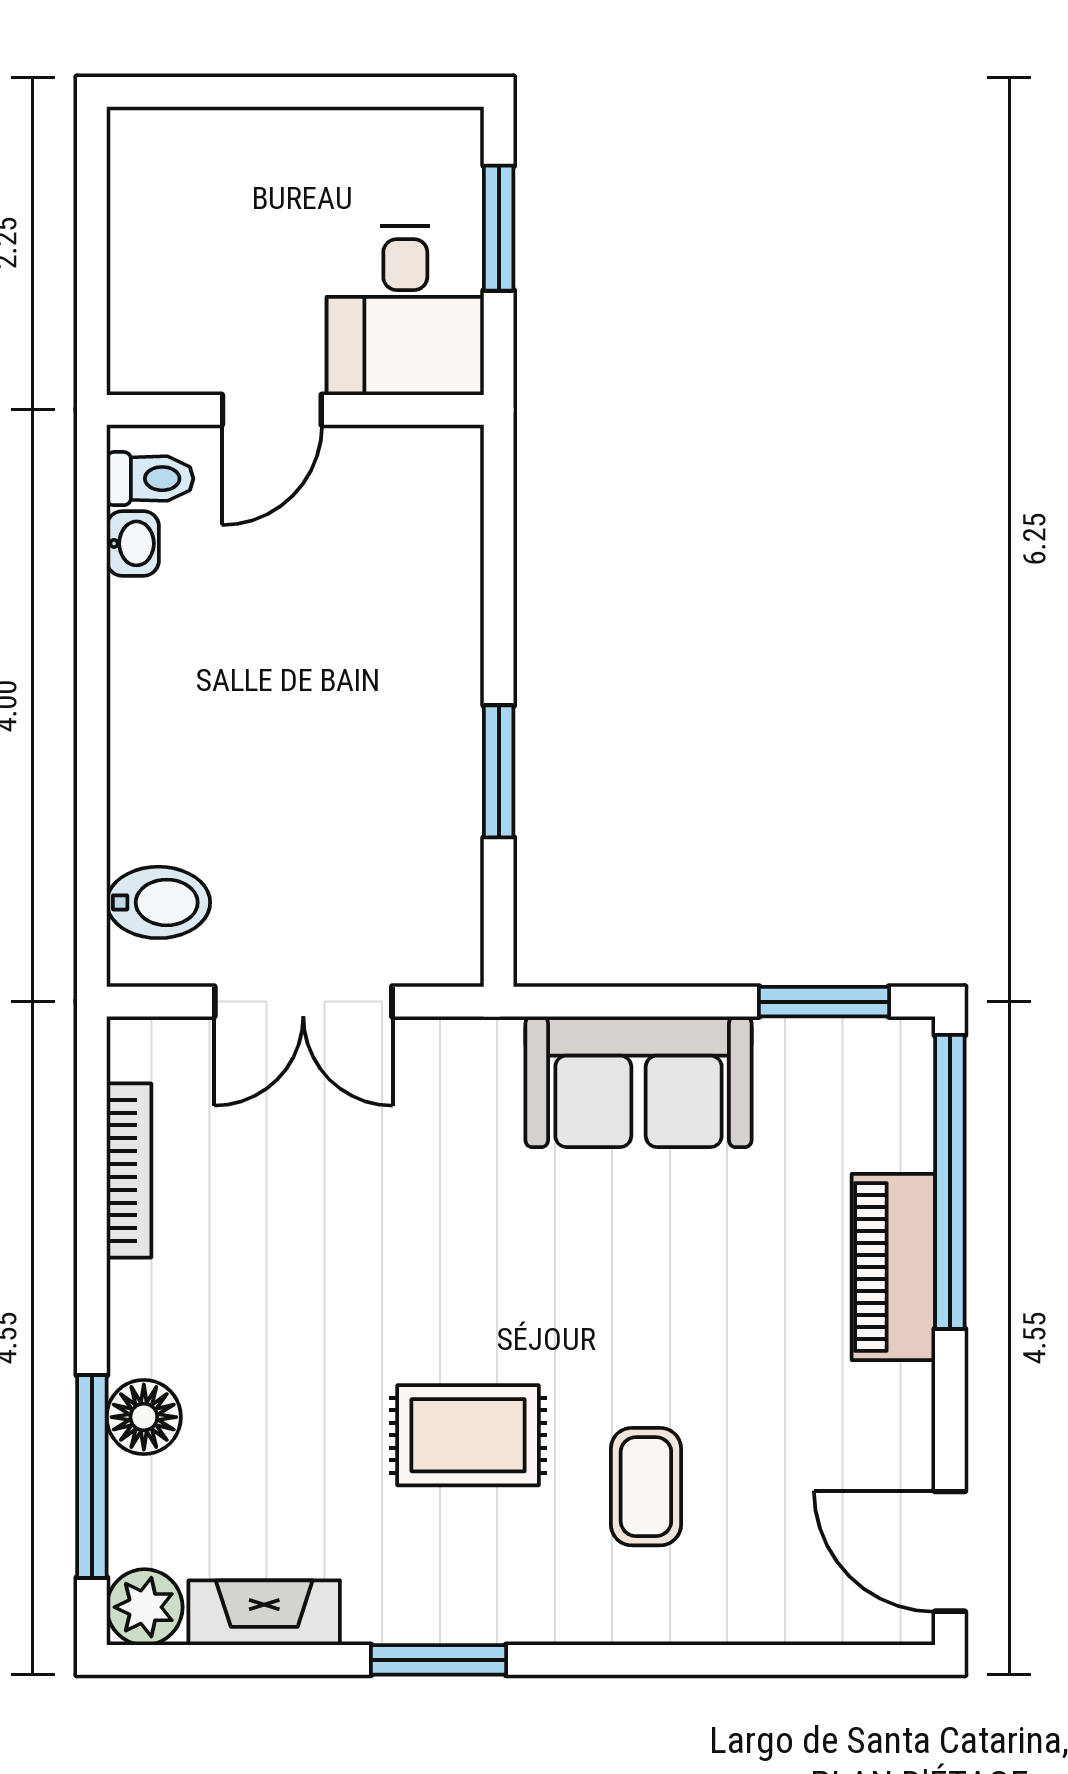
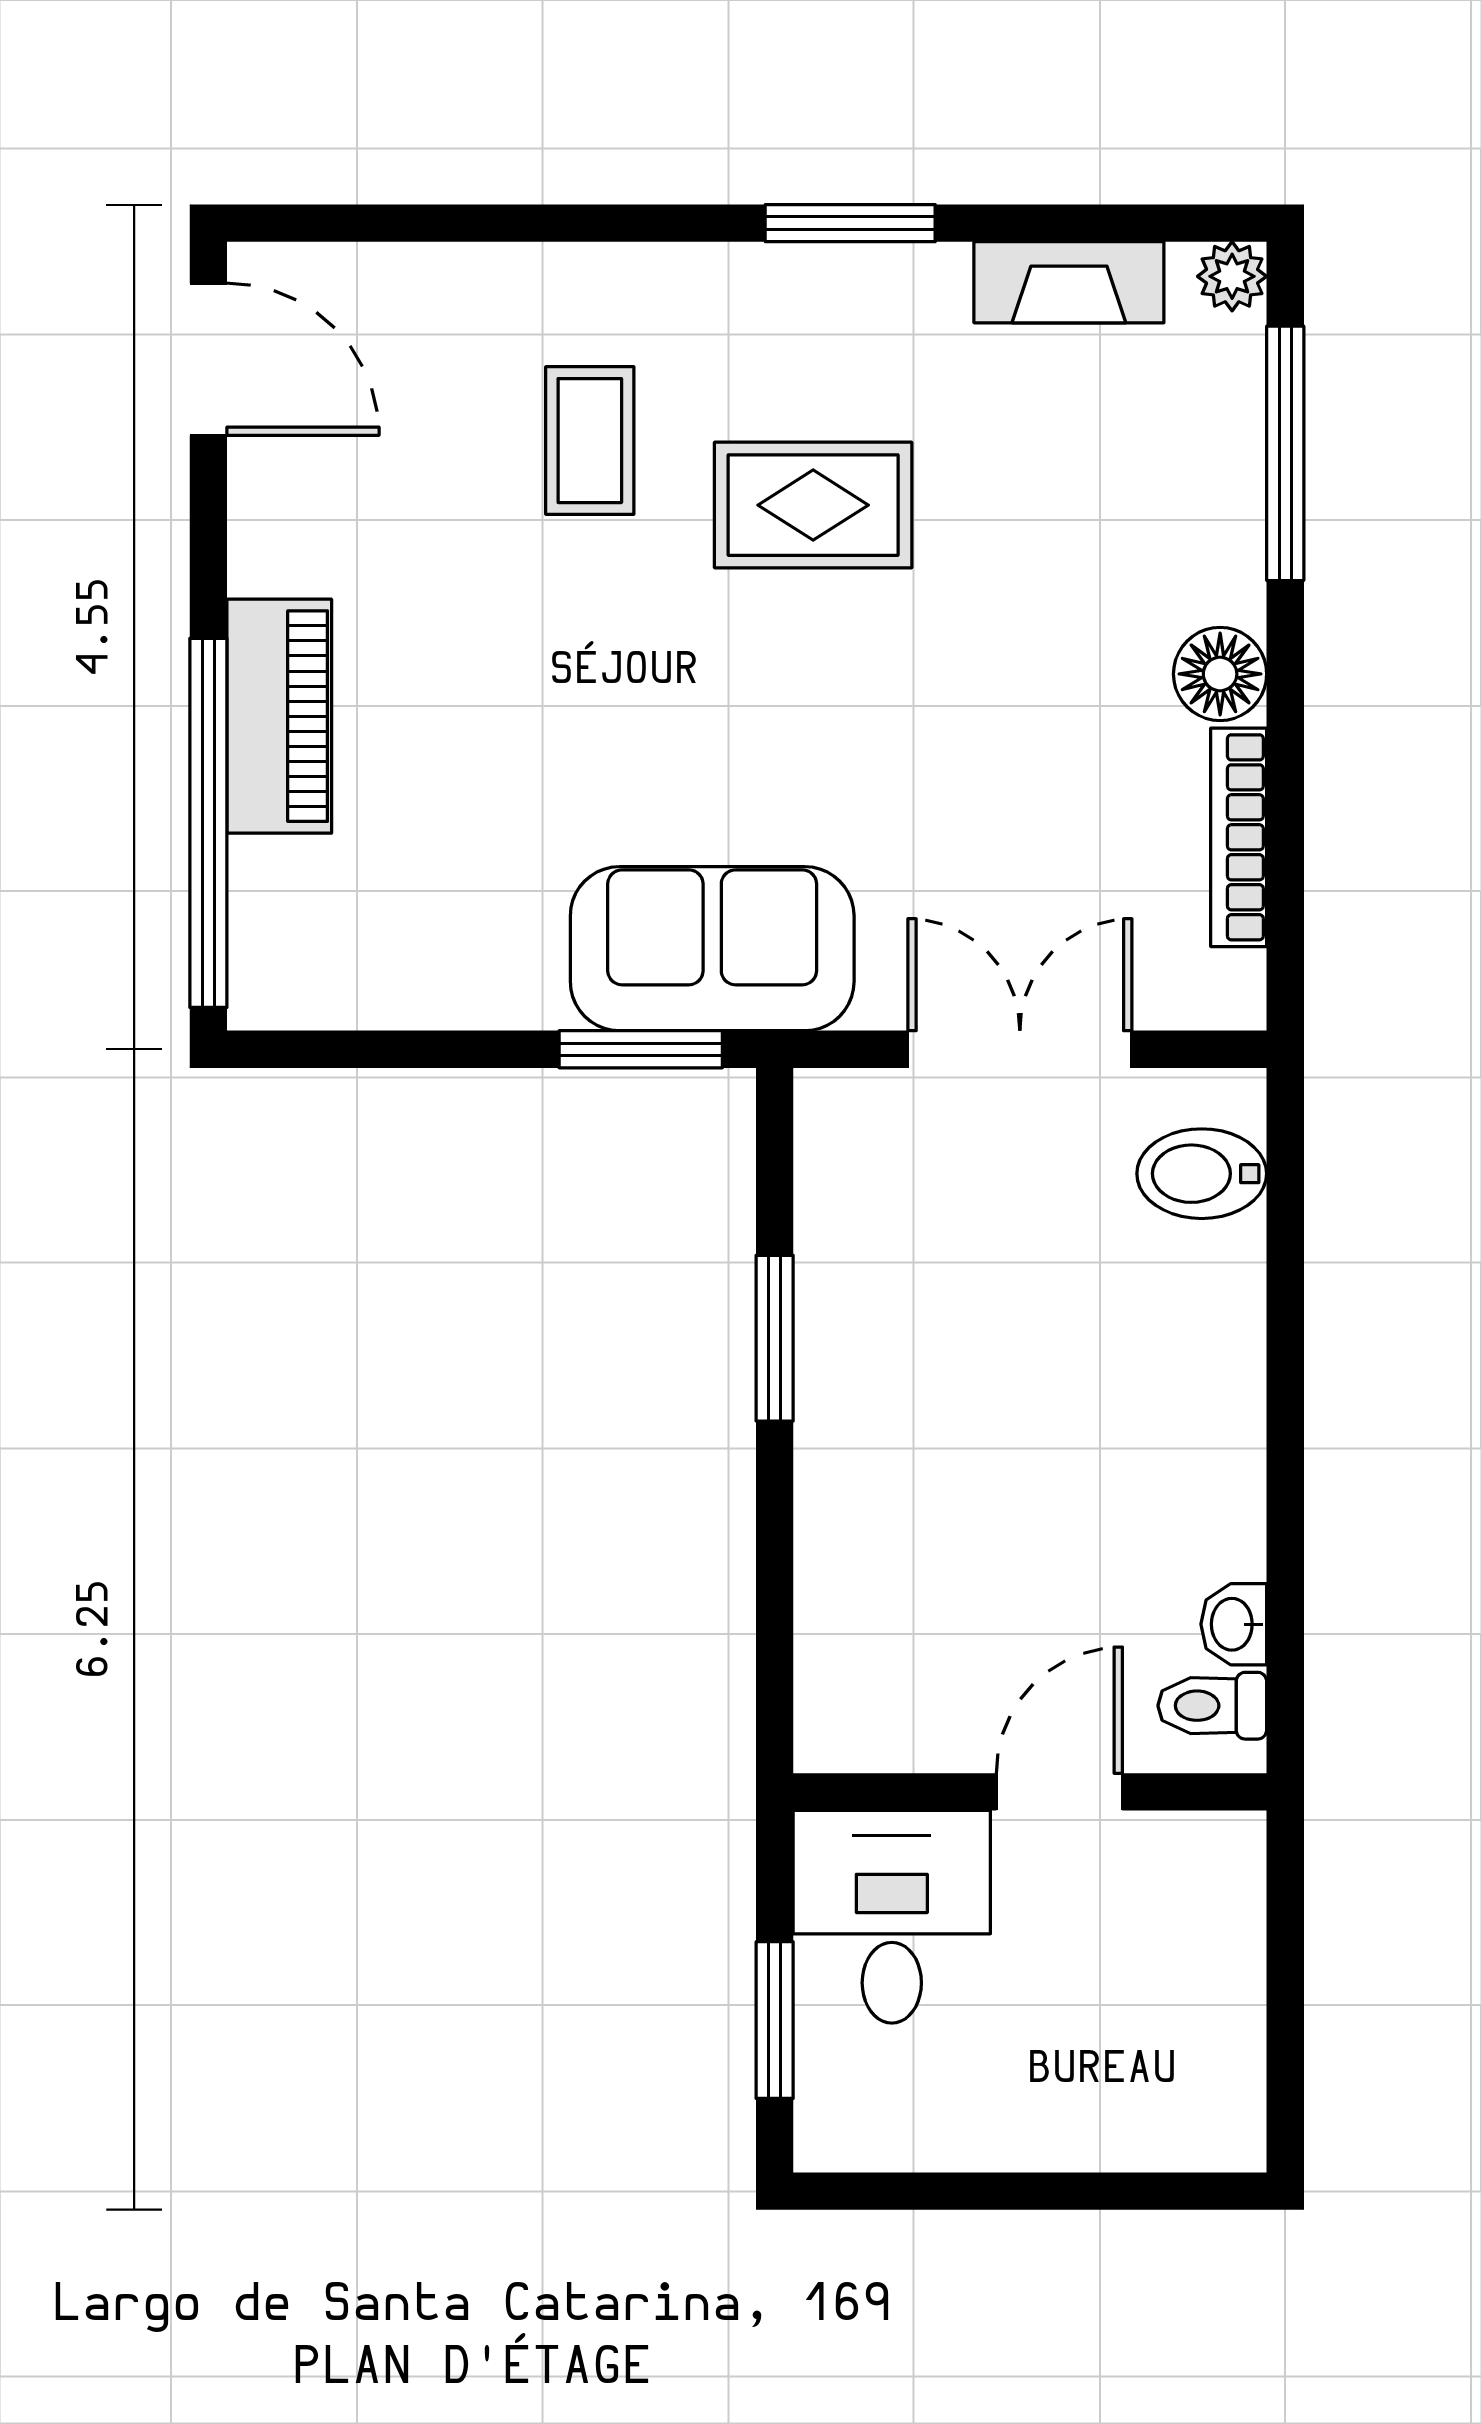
window: (824, 1002) -> (641, 1049), moved
sofa: (638, 1082) -> (712, 949), moved
floor lamp: (144, 1417) -> (1220, 674), moved
plant: (145, 1607) -> (1232, 276), width x0.73, depth x0.73

